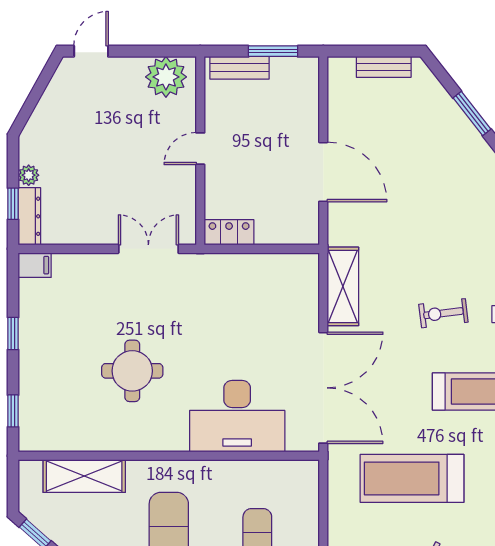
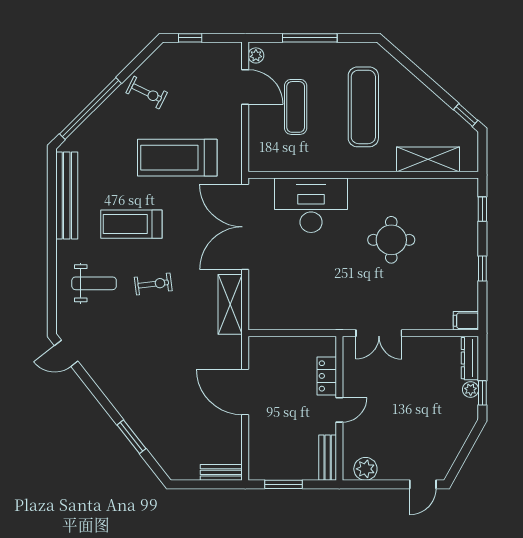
bench: (384, 67) -> (221, 472), moved
bench: (239, 68) -> (328, 458), moved, turned 90
plant: (166, 77) -> (365, 469), width x0.73, depth x0.73
window: (13, 204) -> (482, 393), moved
locker: (229, 232) -> (327, 376), moved, turned 90
treadmill: (412, 478) -> (177, 158), turned 180

